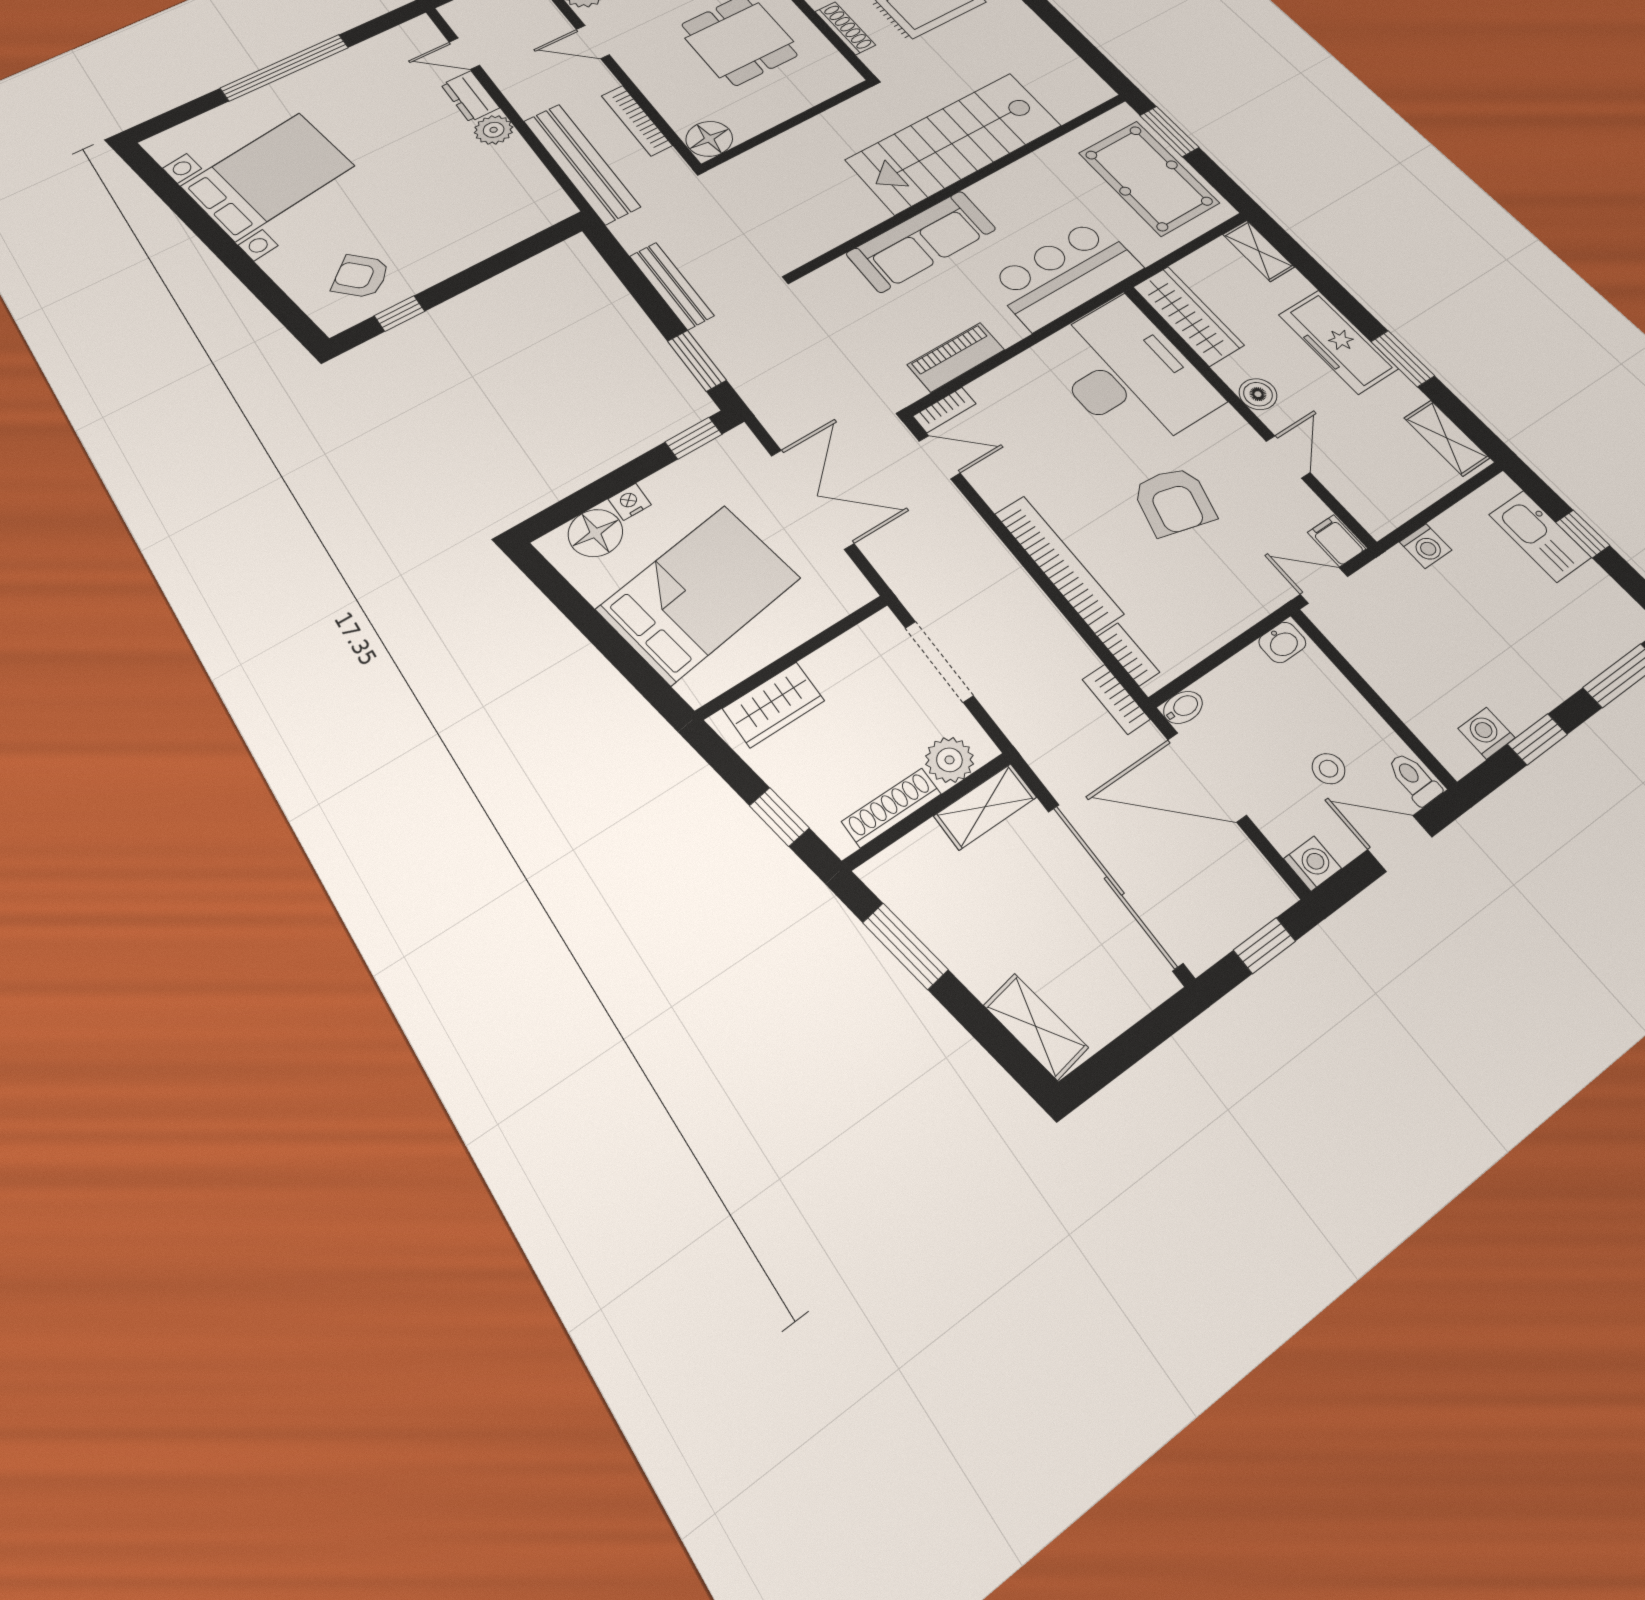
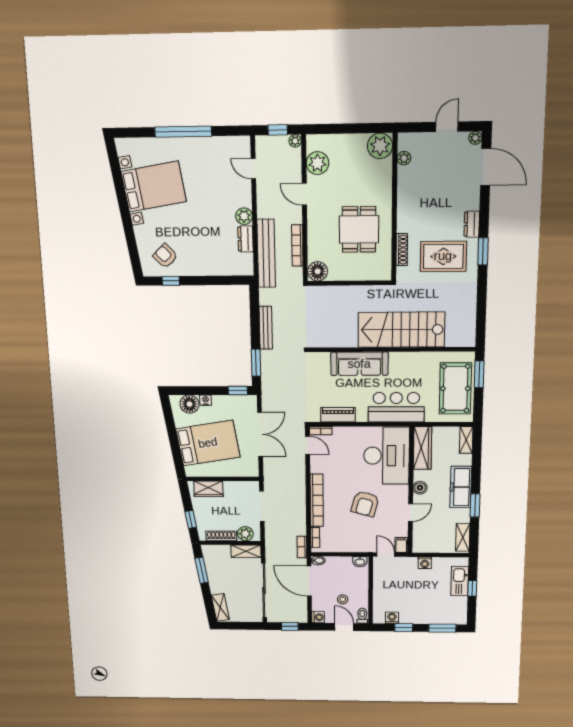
dresser: (470, 96) -> (246, 239), moved

